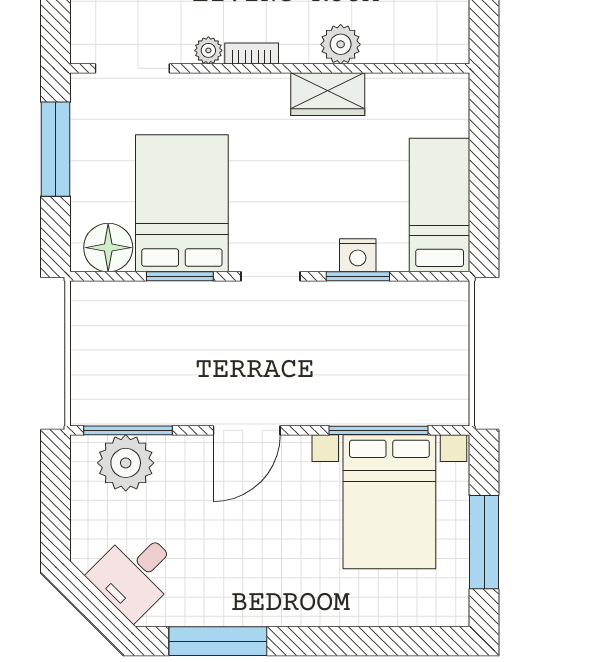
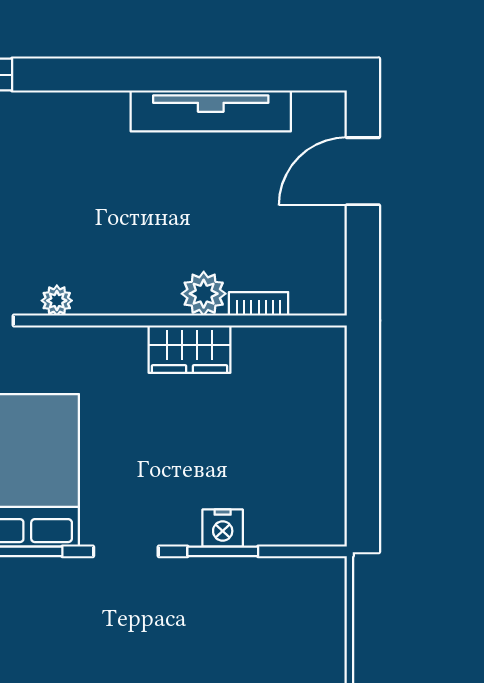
bookcase: (252, 53) -> (259, 304), moved
bed: (440, 205) -> (314, 472), removed

